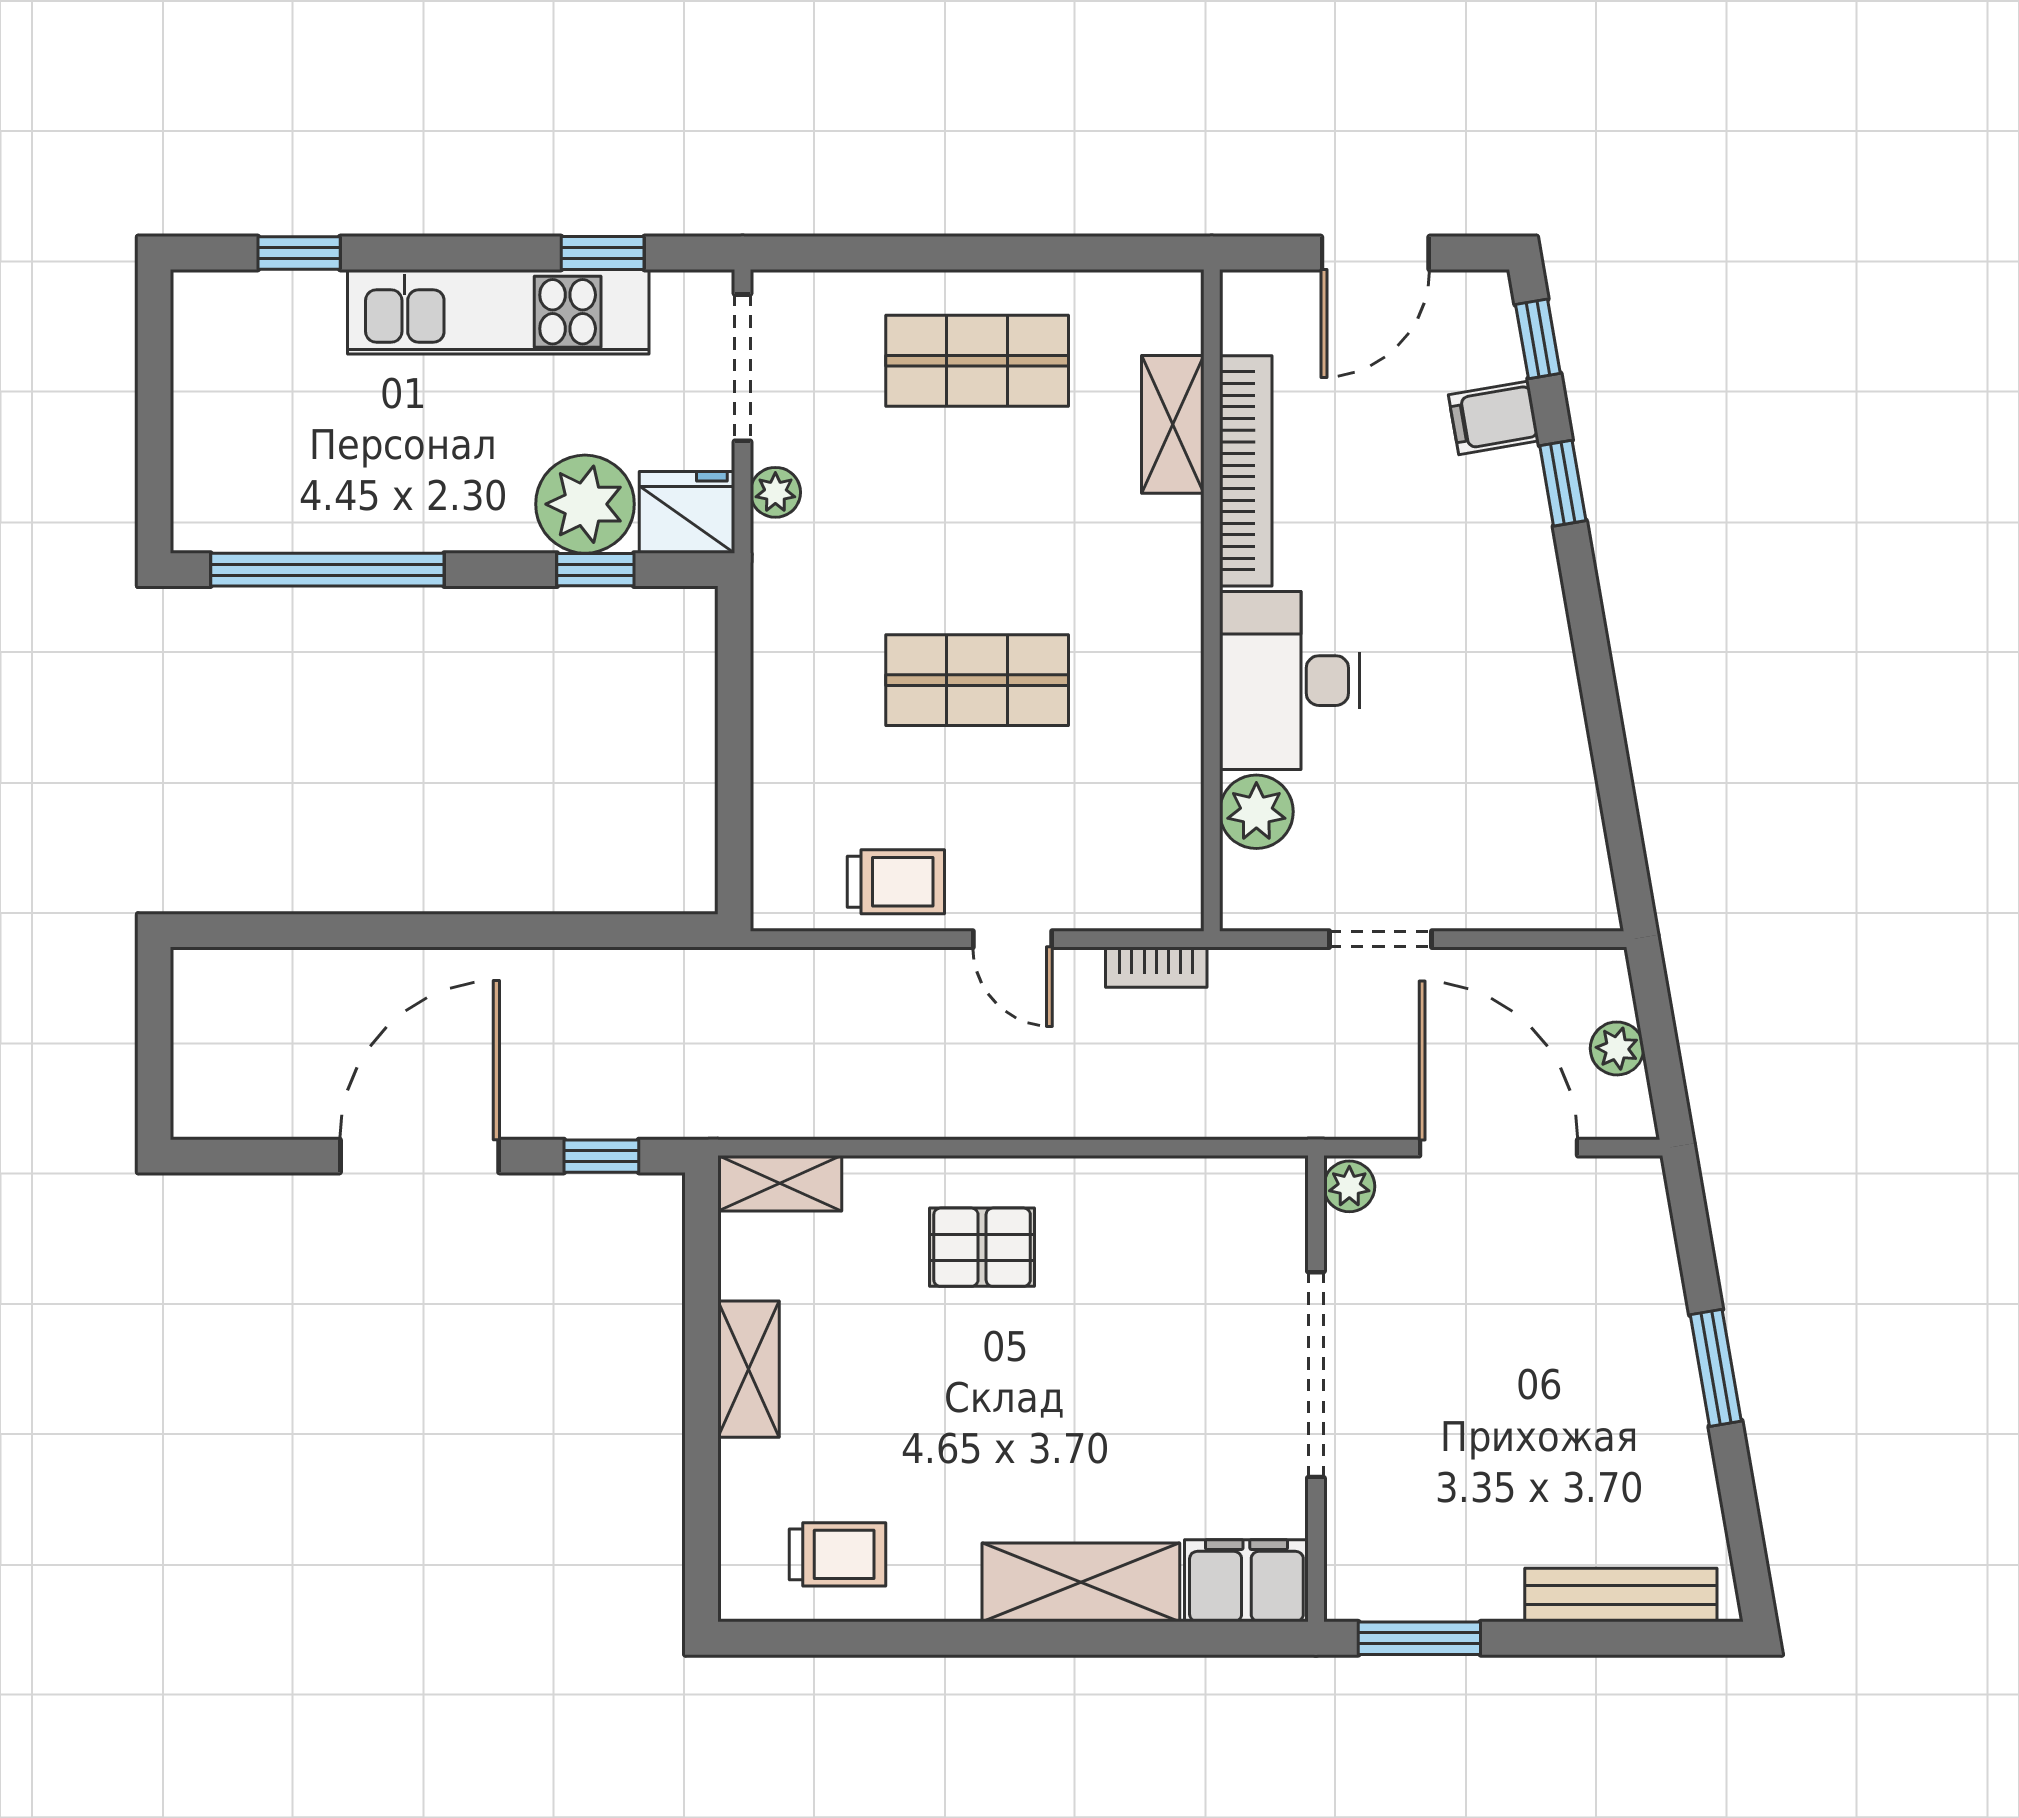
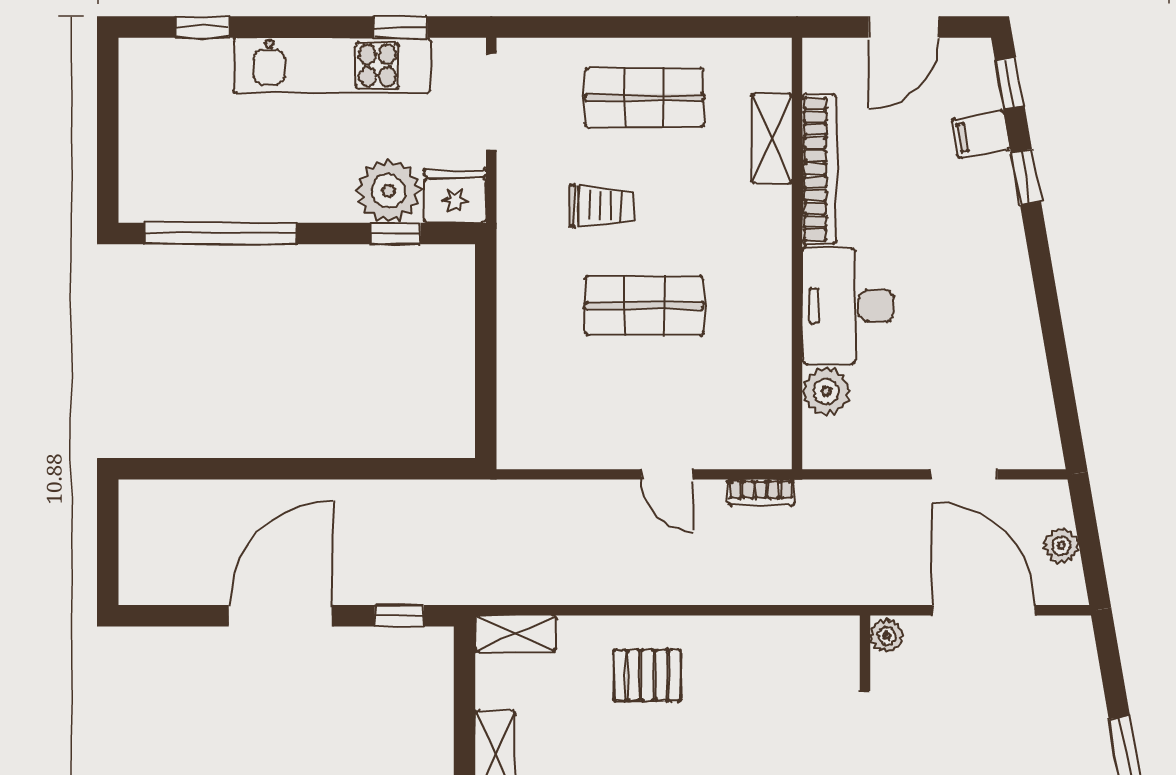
plant: (775, 492) -> (513, 183), removed
trolley: (896, 882) -> (601, 206), moved
doorway: (1380, 939) -> (964, 474), moved

